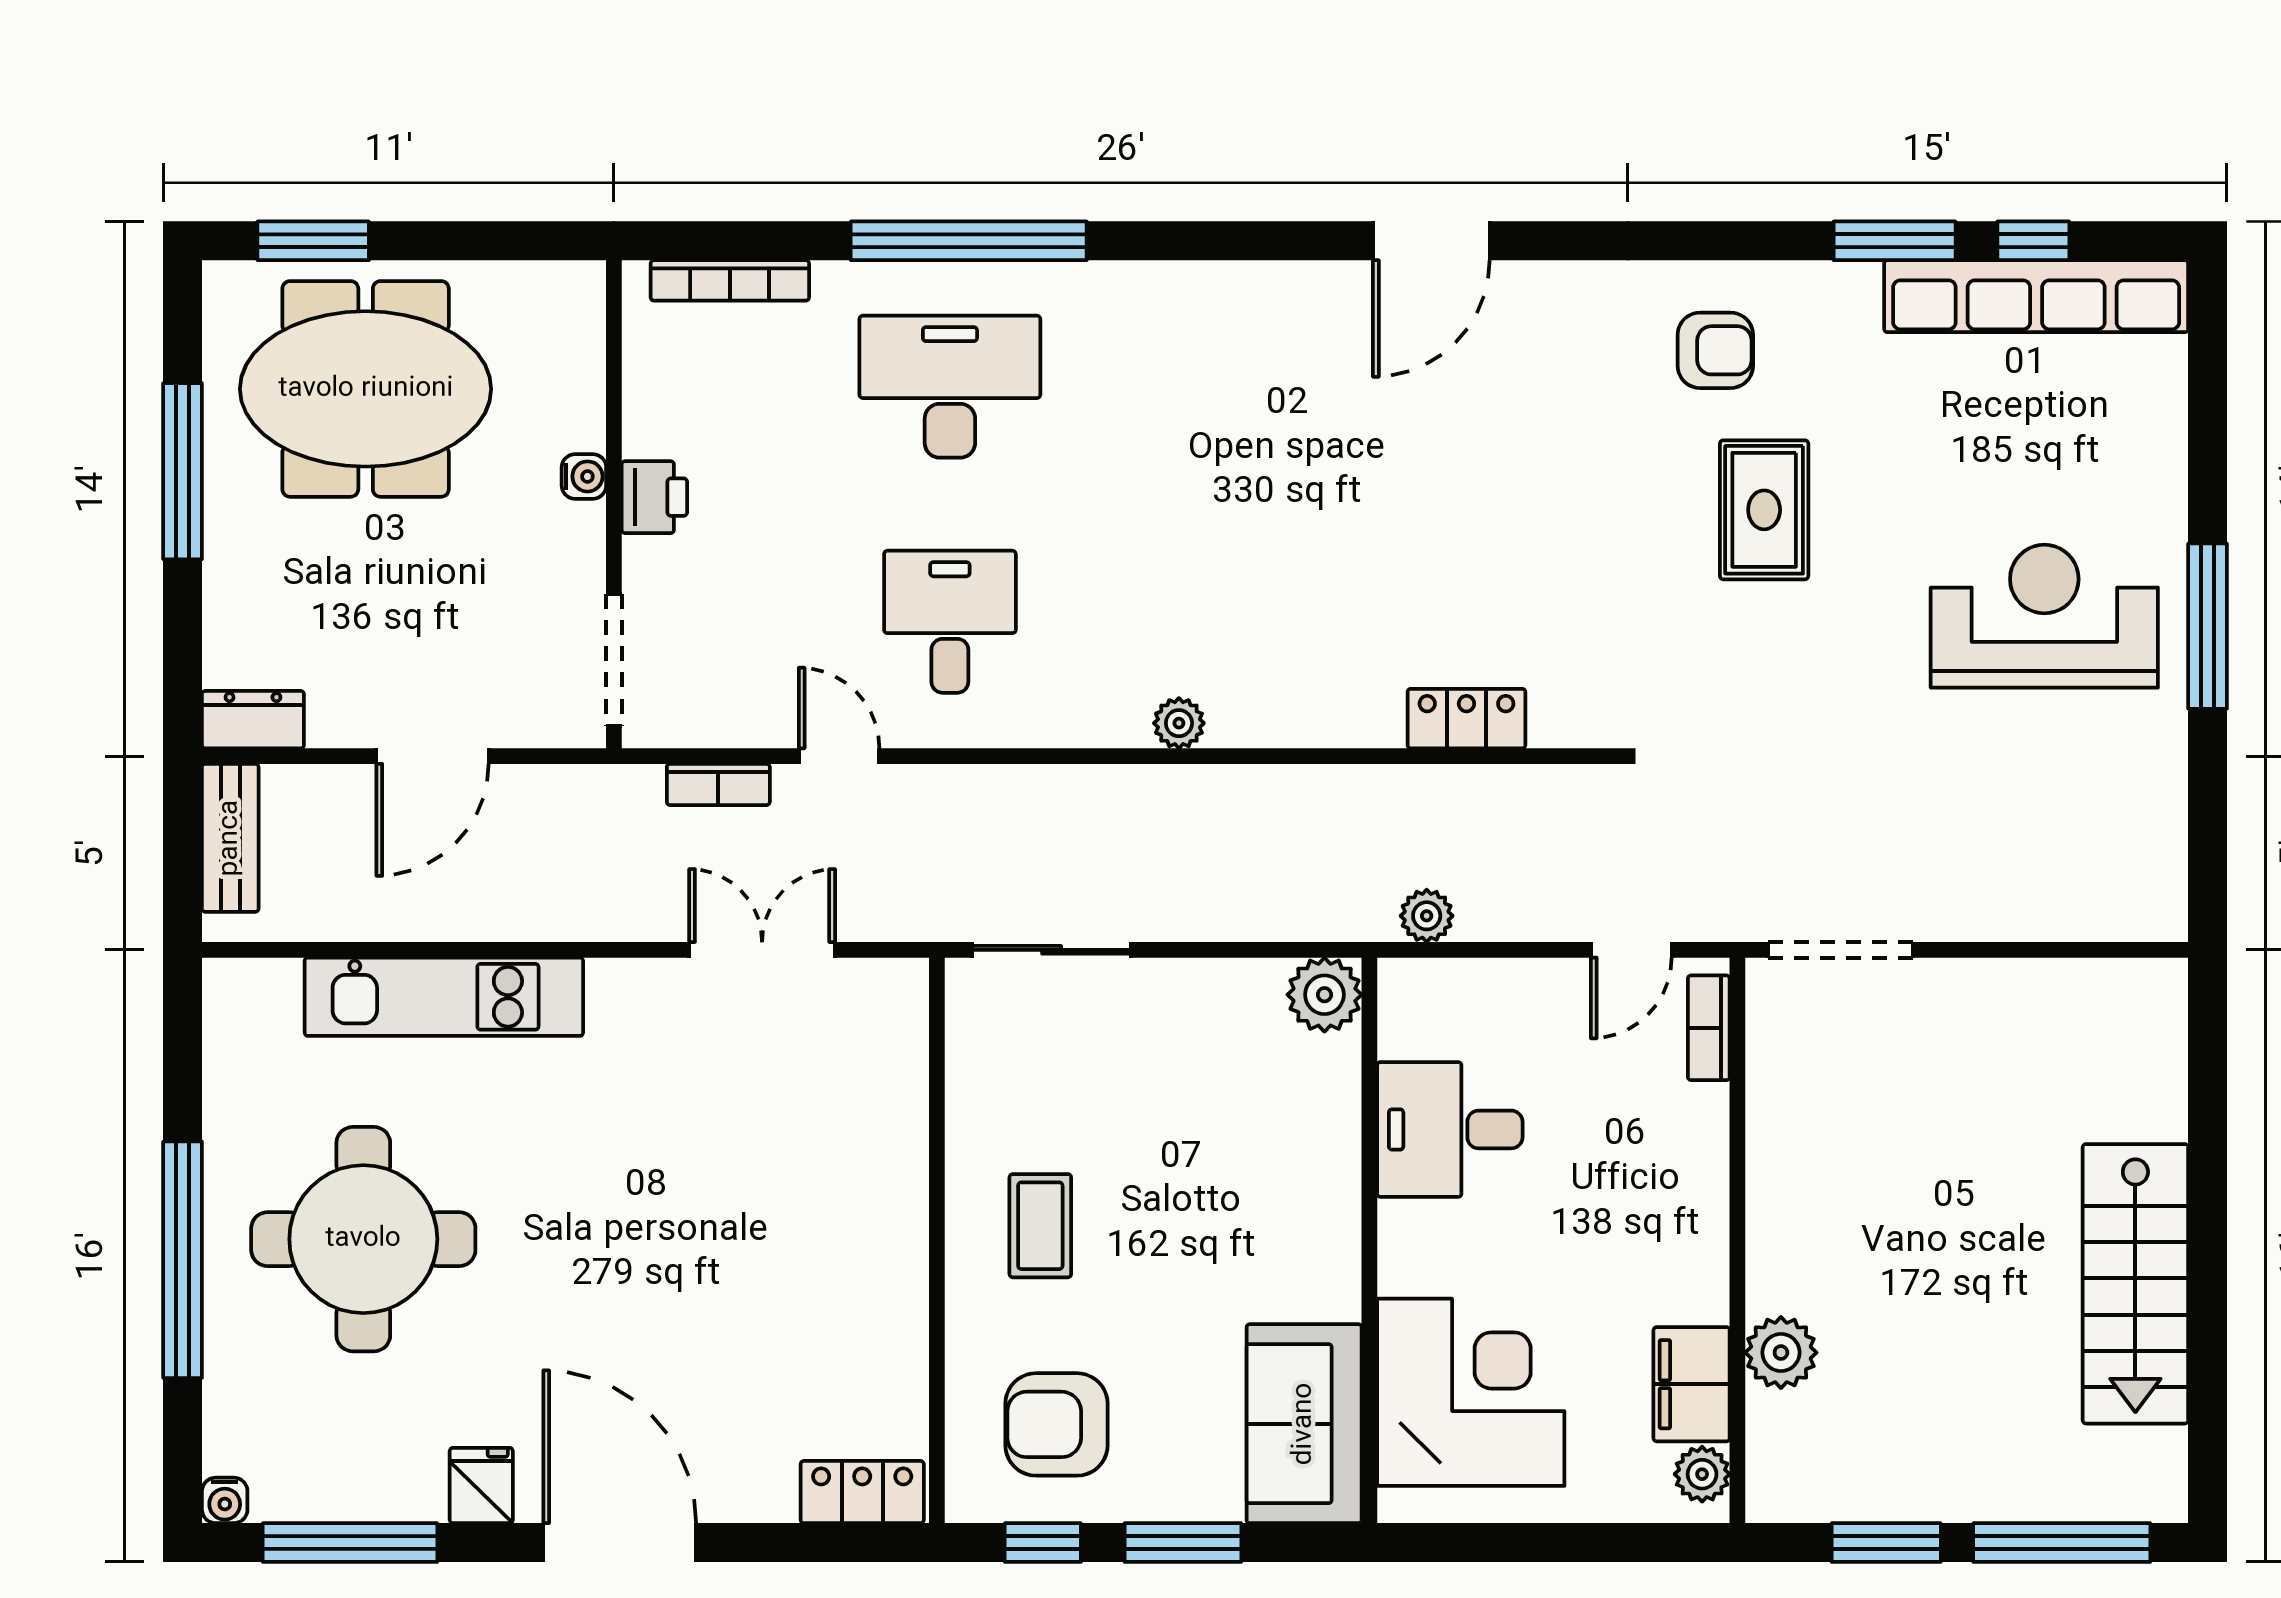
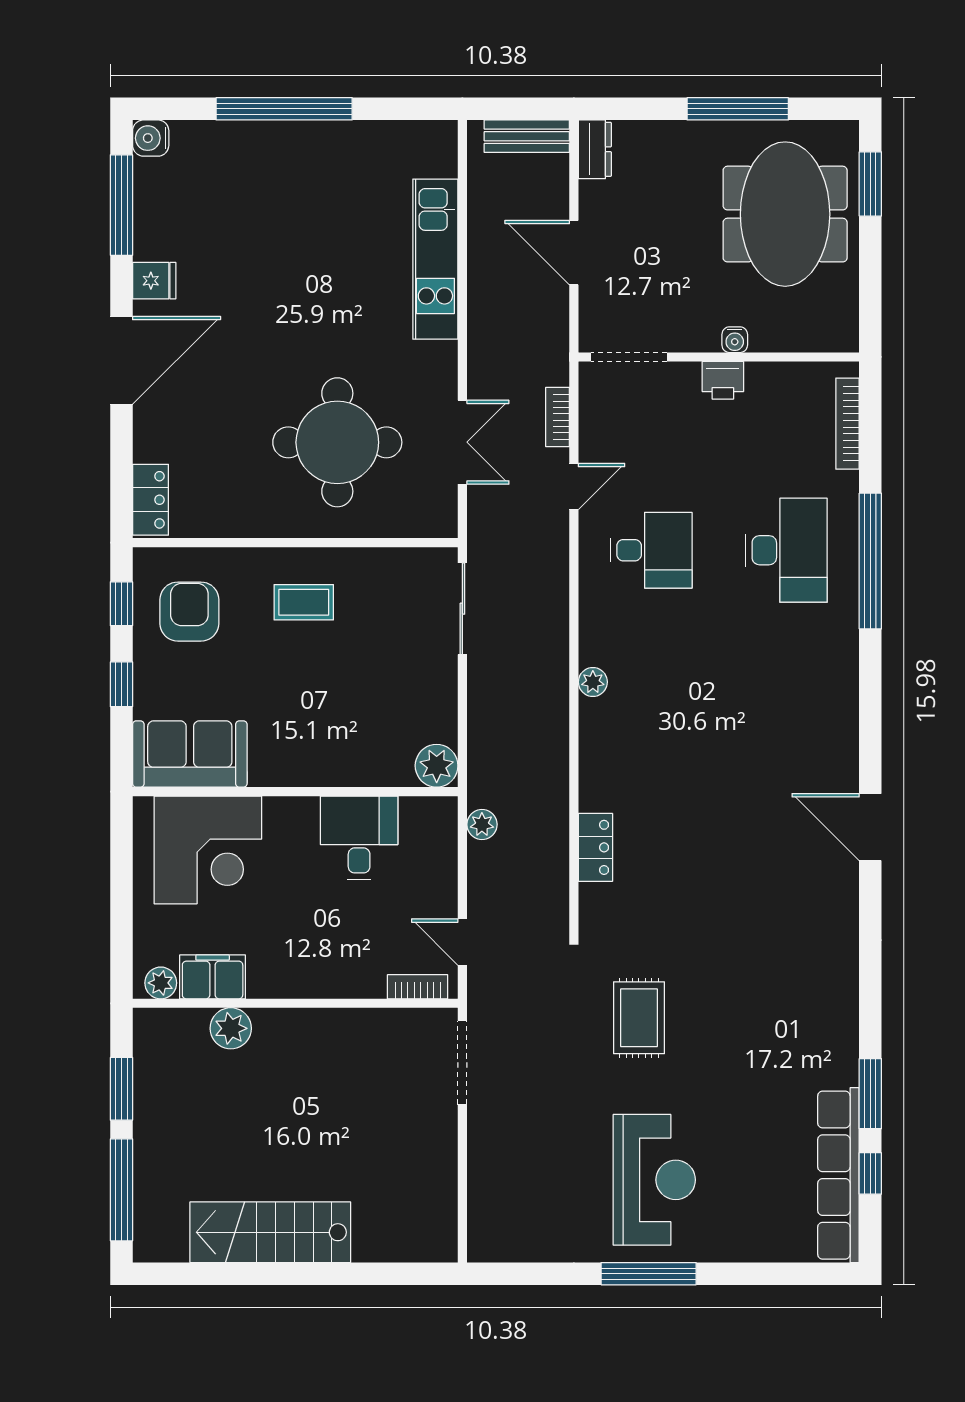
armchair: (1715, 350) -> (807, 991), removed
rug: (1764, 510) -> (639, 1018), moved, turned 90
round table: (363, 1239) -> (337, 442), moved
water cooler: (225, 1500) -> (151, 138), width x1.38, depth x1.38
window: (1183, 1543) -> (121, 684), width x0.67

